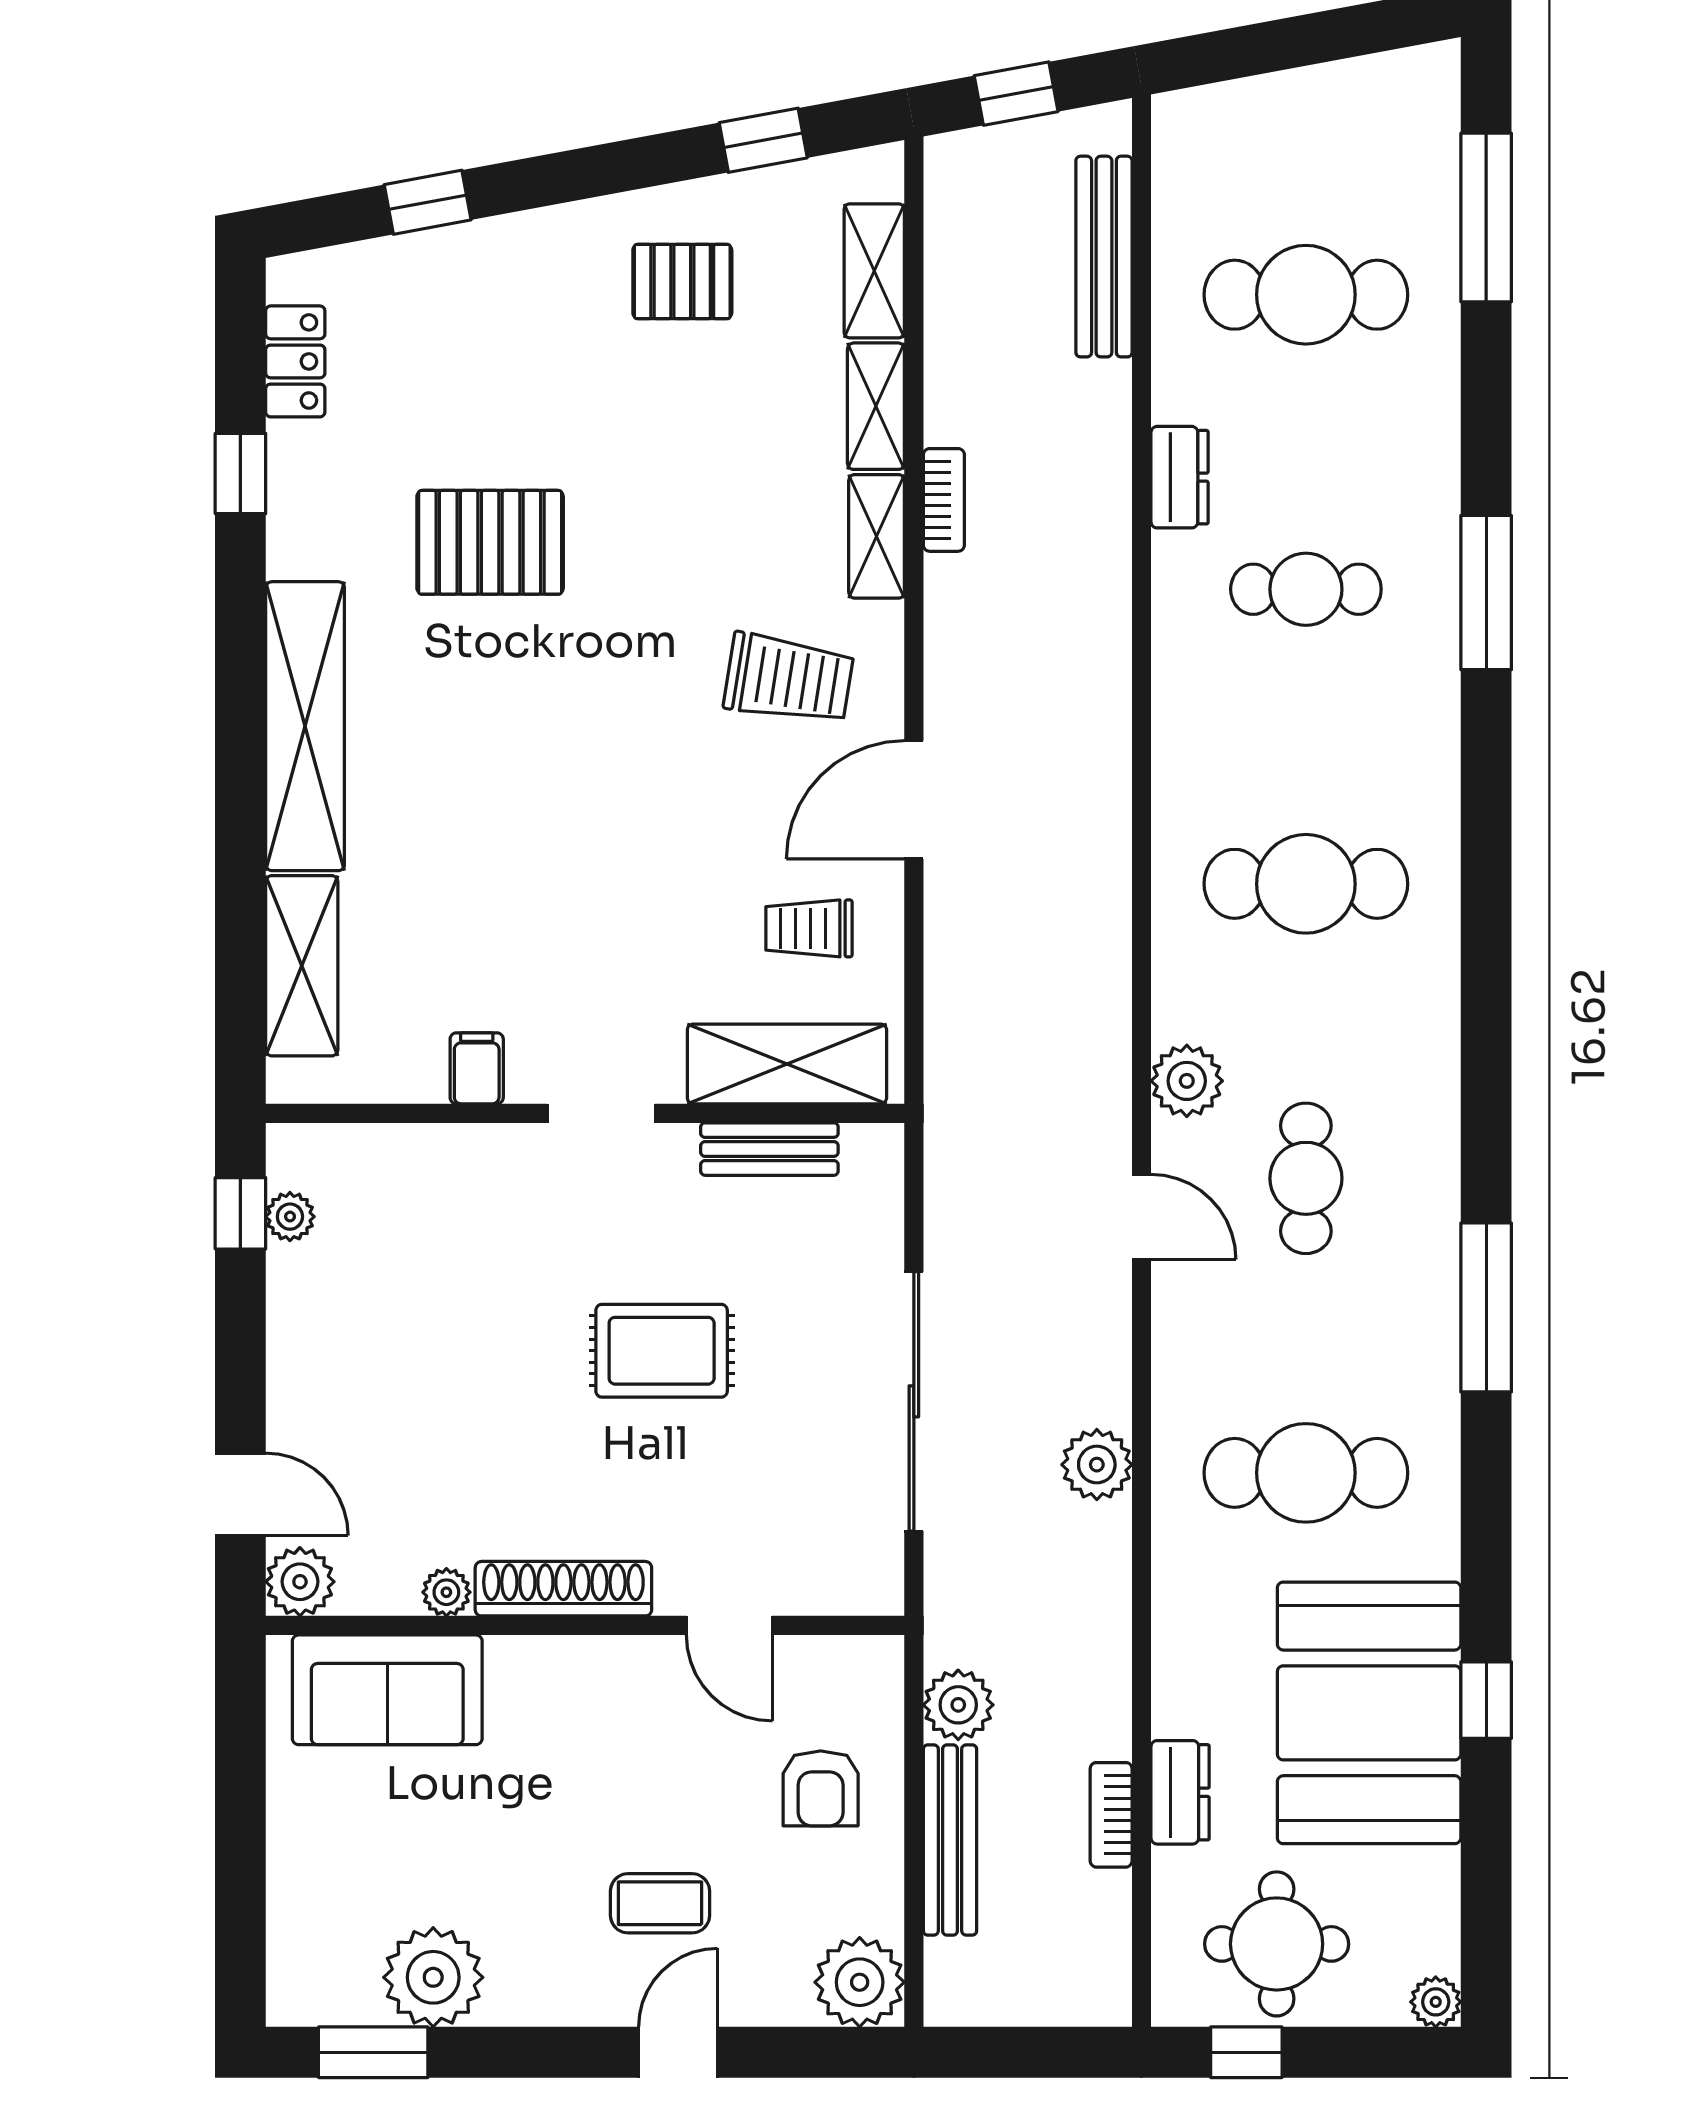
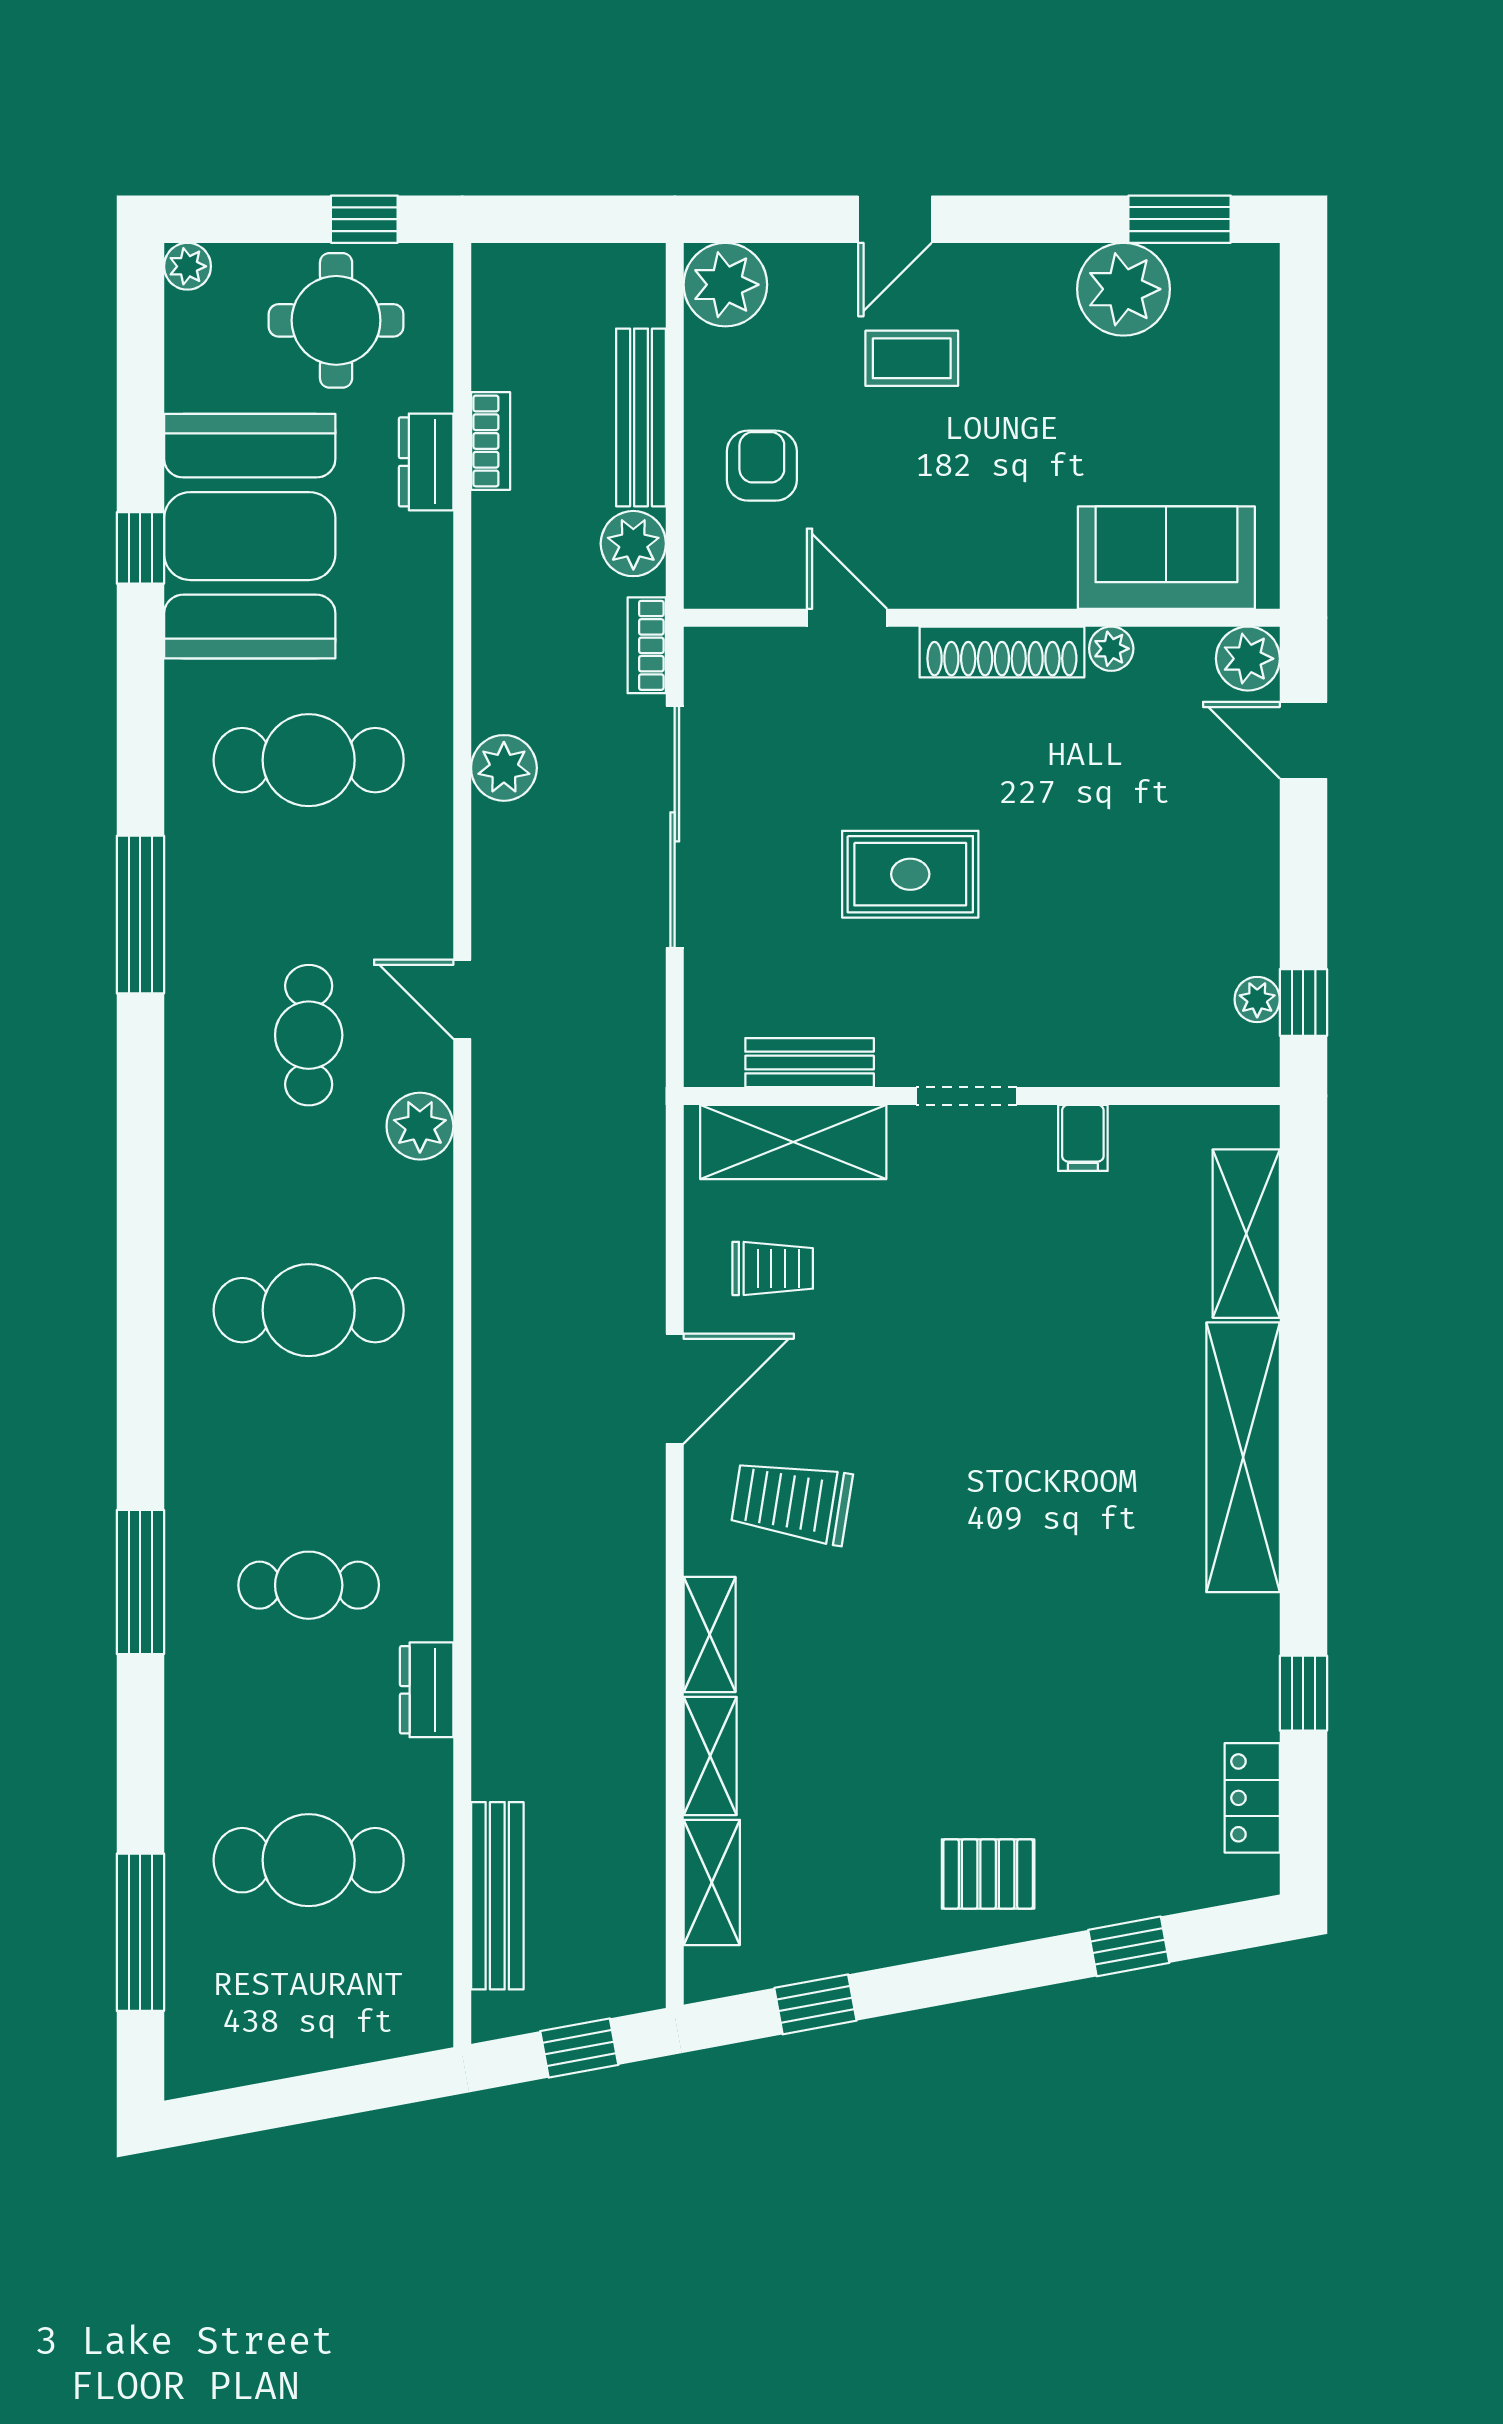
pallet: (682, 282) -> (988, 1874), moved
bookcase: (944, 500) -> (647, 645), moved
pallet: (490, 542) -> (1070, 1629), removed

